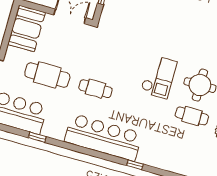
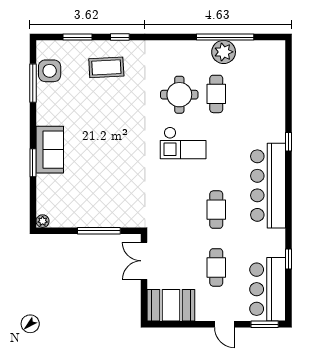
cafe table: (47, 75) -> (216, 267), width x0.73, depth x0.74
checkout: (159, 77) -> (183, 143), turned 180

